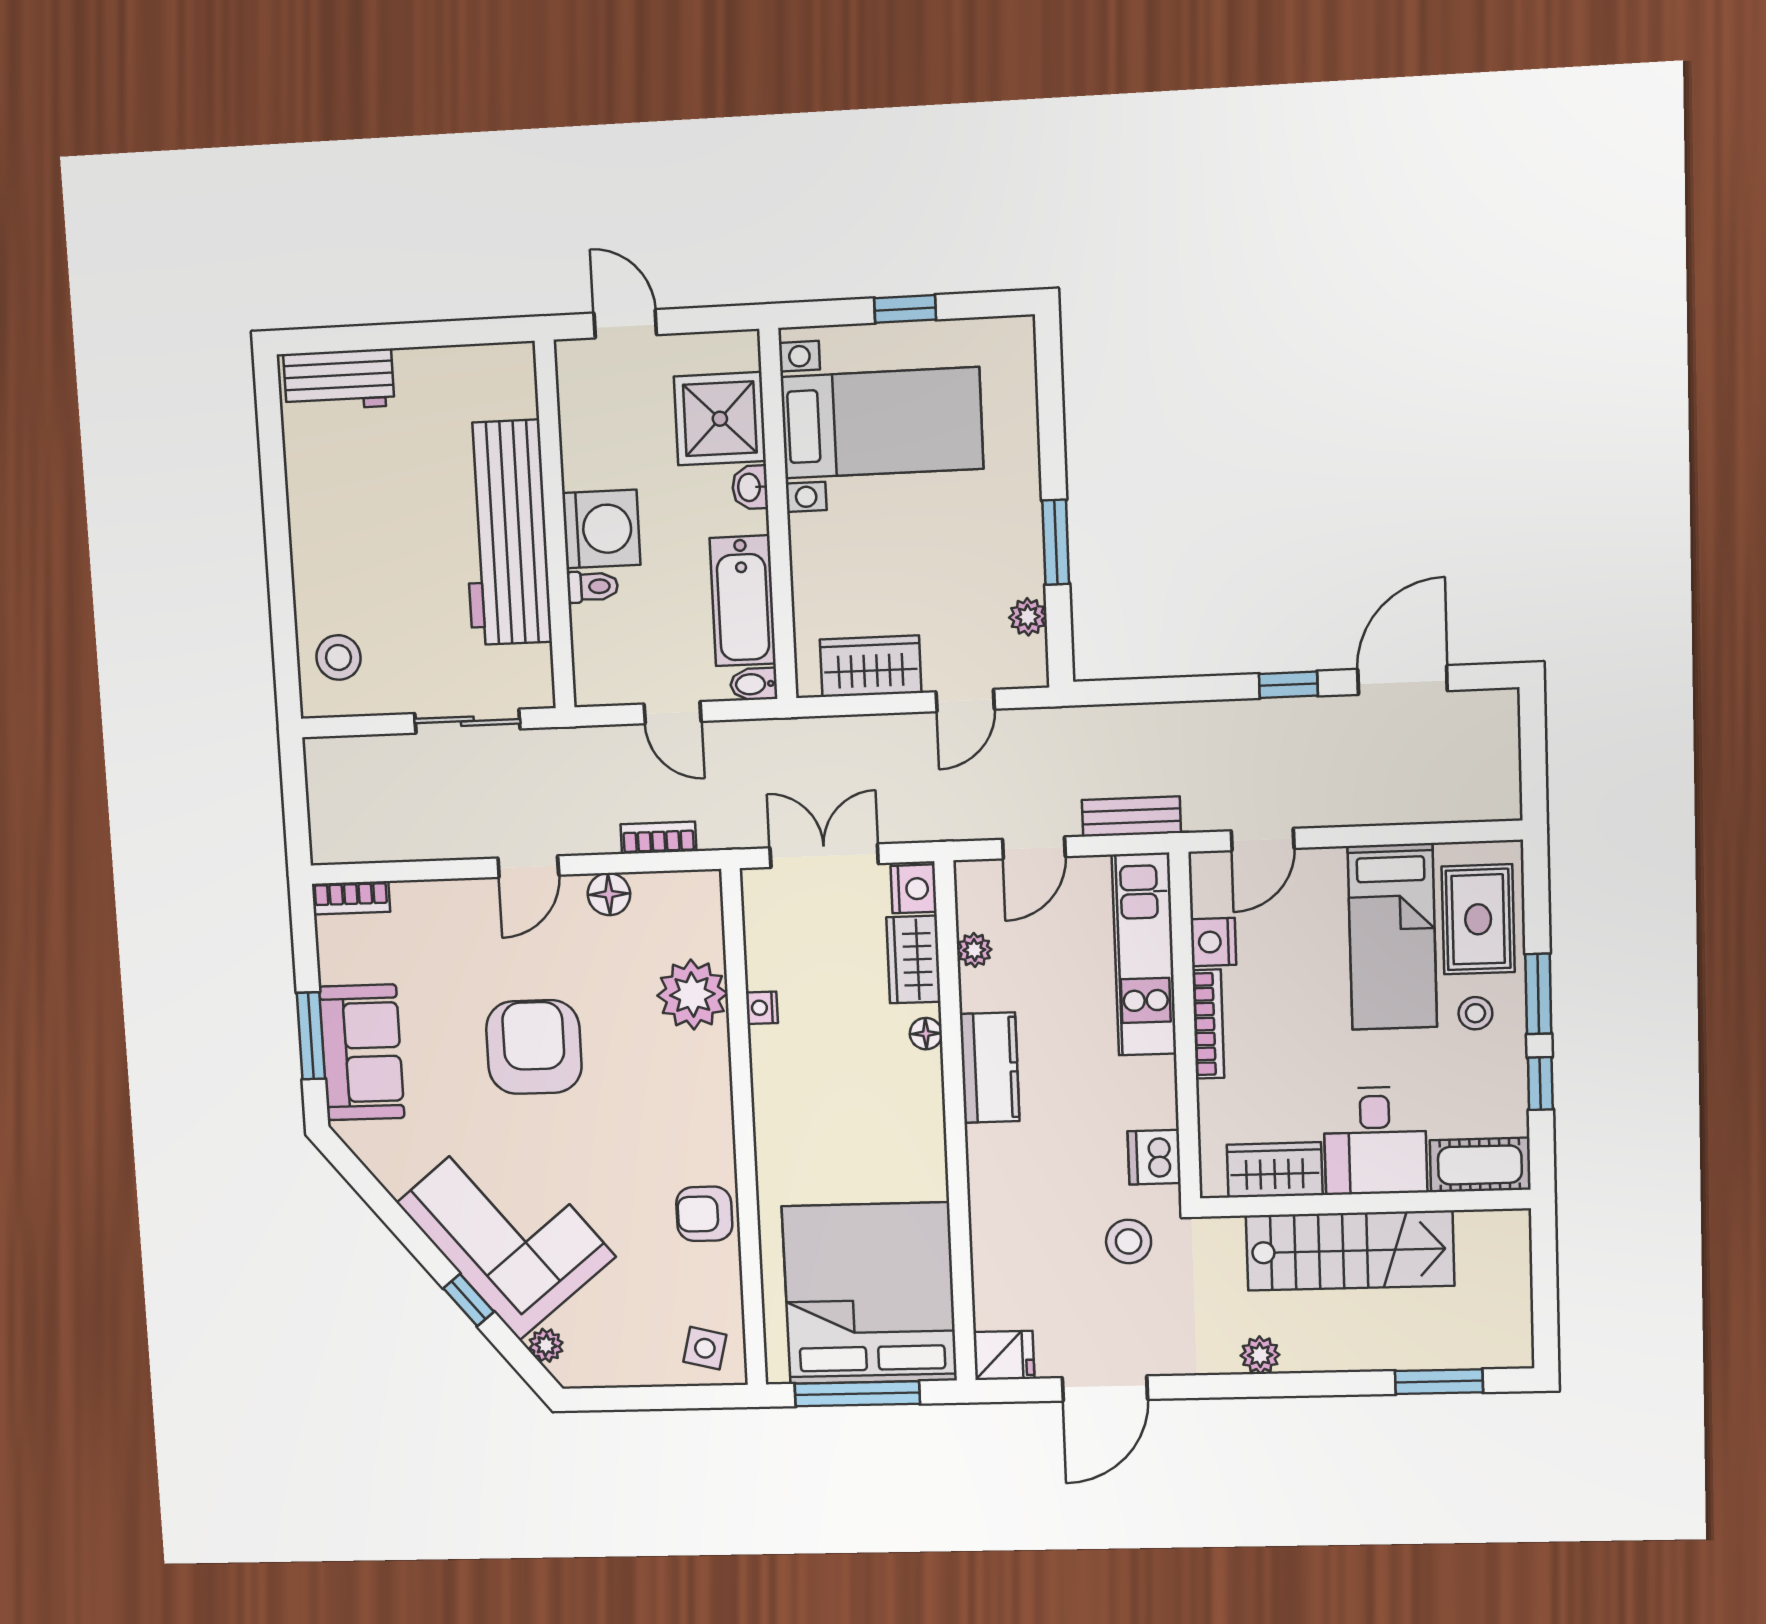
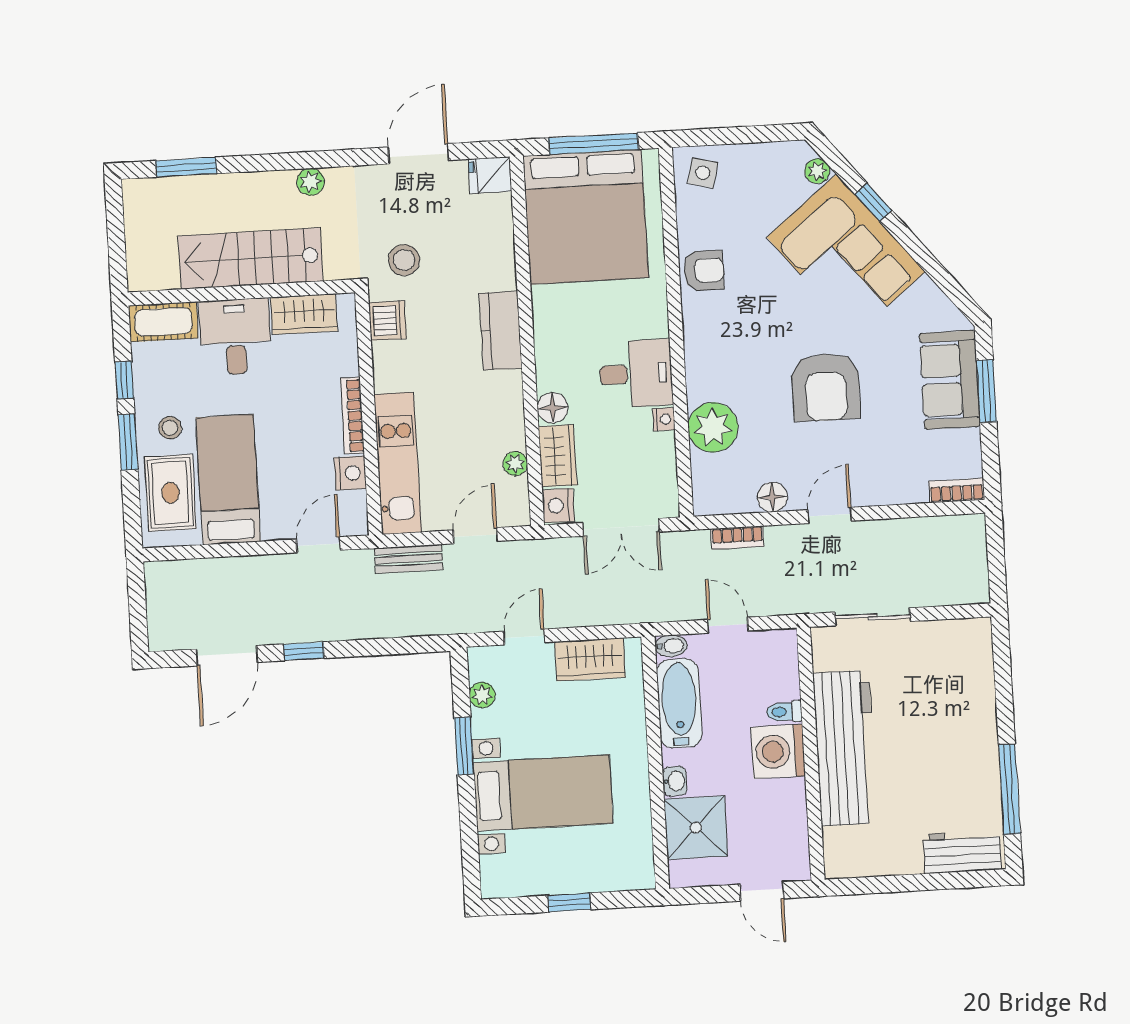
bed with nightstands: (882, 423) -> (543, 793), moved, turned 180
window: (273, 471) -> (1009, 789), added
stool: (338, 657) -> (964, 660), removed
floor lamp: (926, 1034) -> (553, 408), width x1.37, depth x1.37
kitchen counter: (990, 1068) -> (500, 331), moved
desk: (801, 1073) -> (636, 374), added

